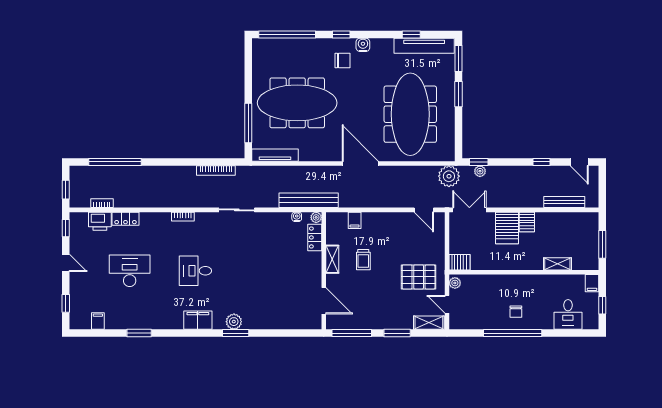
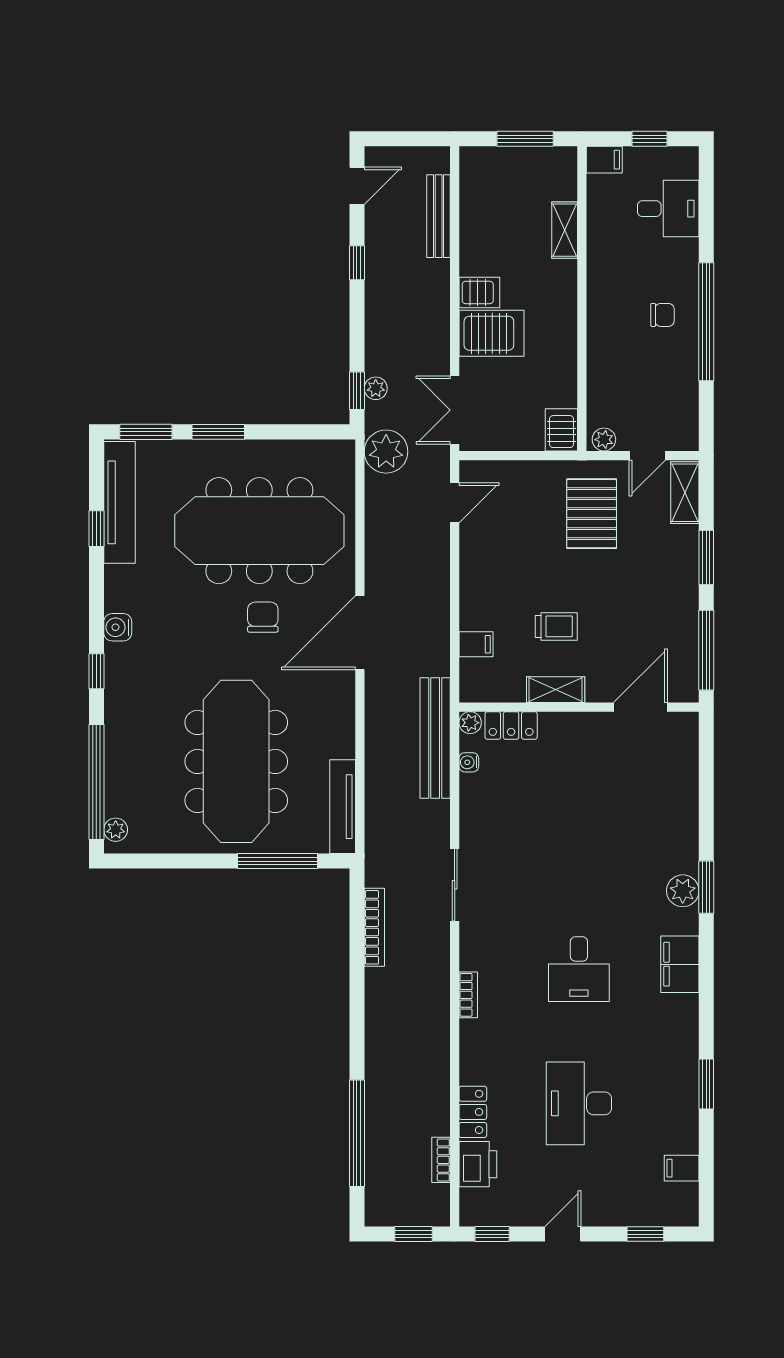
plant: (264, 44) -> (116, 830), added
chair: (342, 60) -> (263, 617), moved

